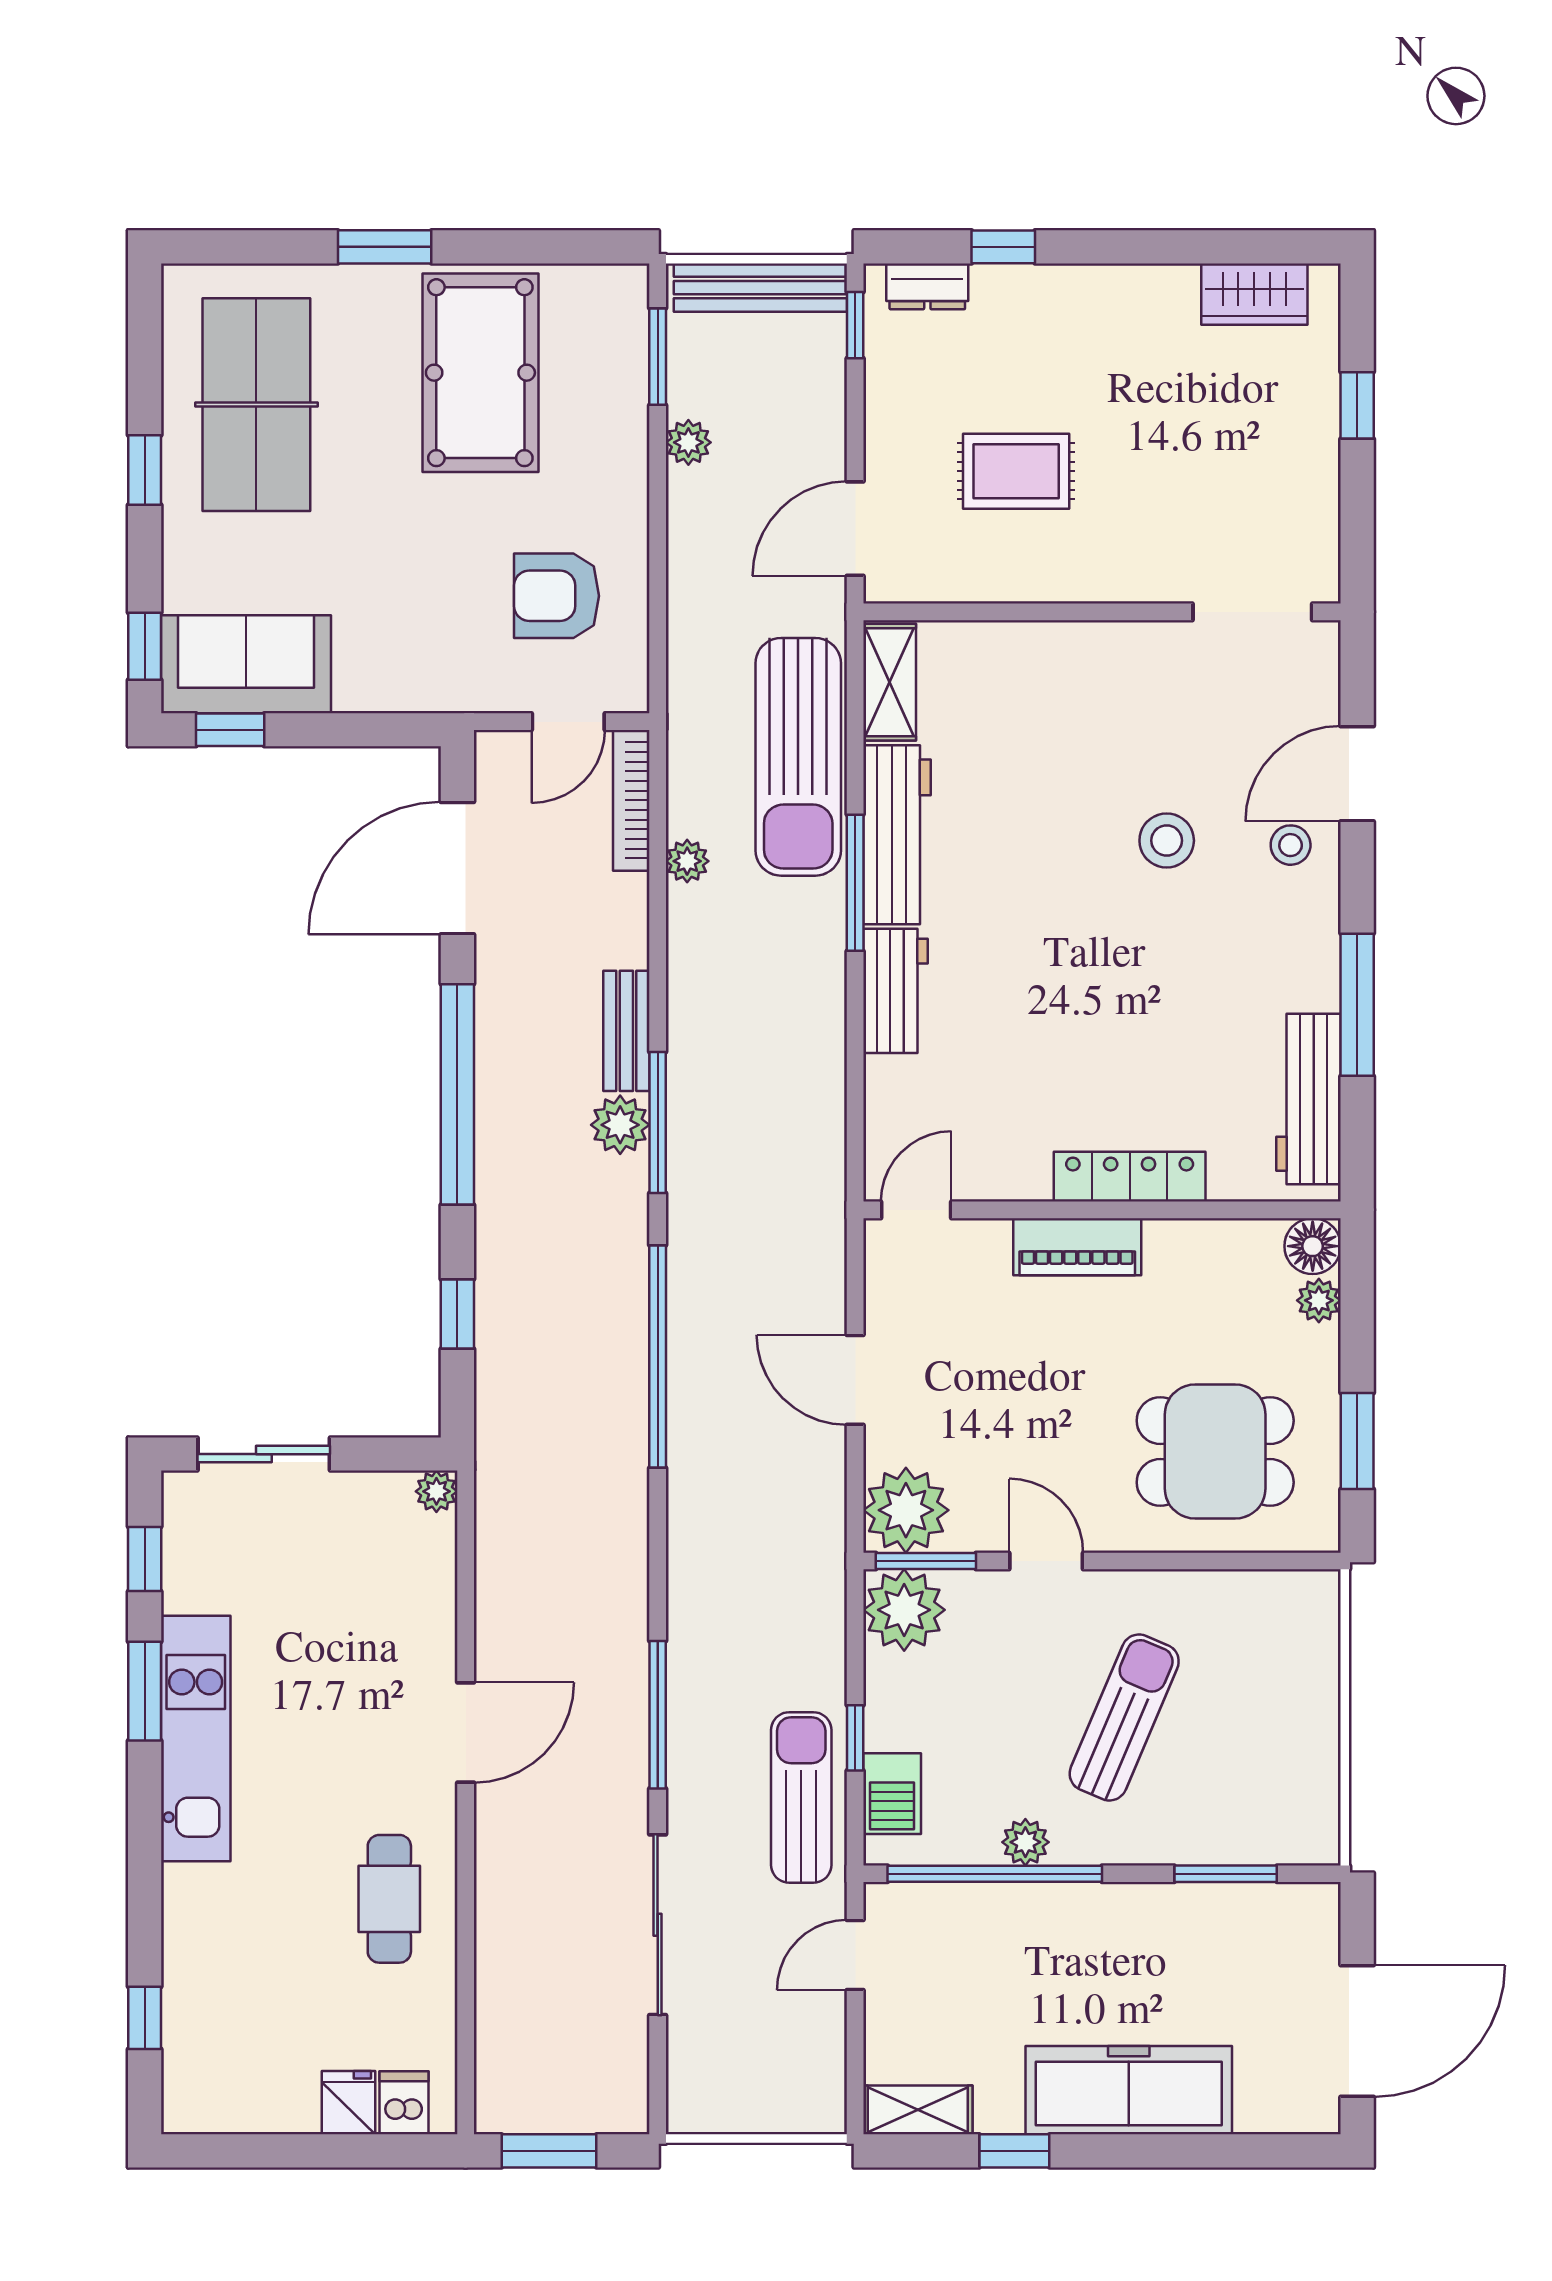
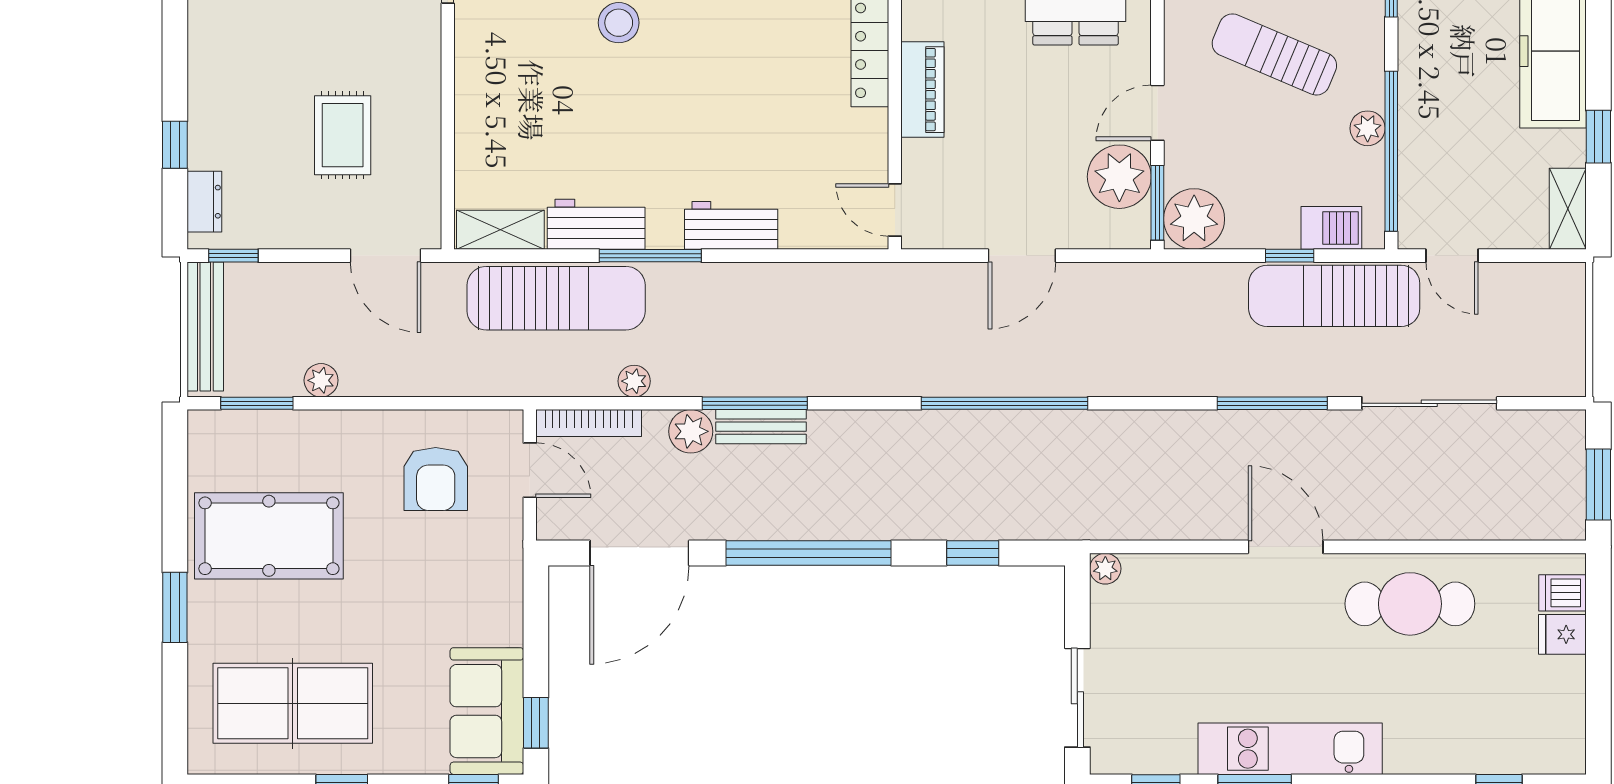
workbench: (897, 835) -> (596, 224), width x0.73
door: (457, 868) -> (639, 553), hinge flipped
window: (658, 1122) -> (755, 403), moved
plant: (620, 1125) -> (691, 431), moved
plant: (906, 1510) -> (1119, 177), moved
sun lounger: (801, 1797) -> (1334, 296), width x1.36, depth x1.34
cafe table: (389, 1899) -> (1410, 604), width x1.37, depth x1.35

